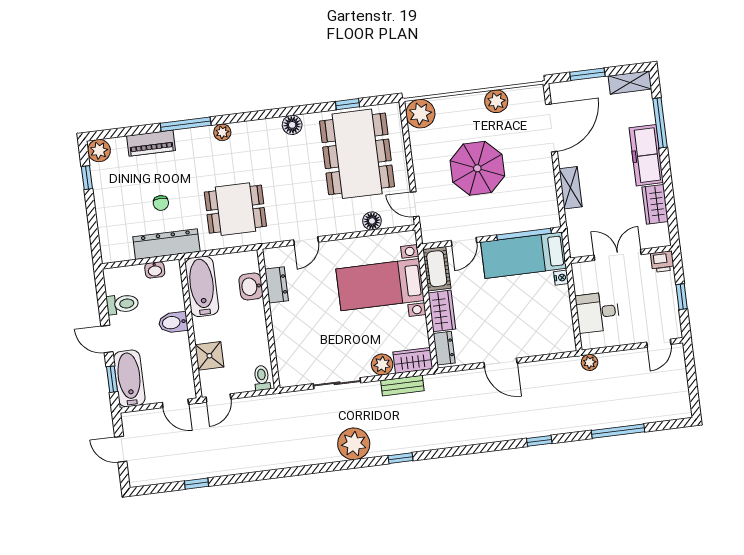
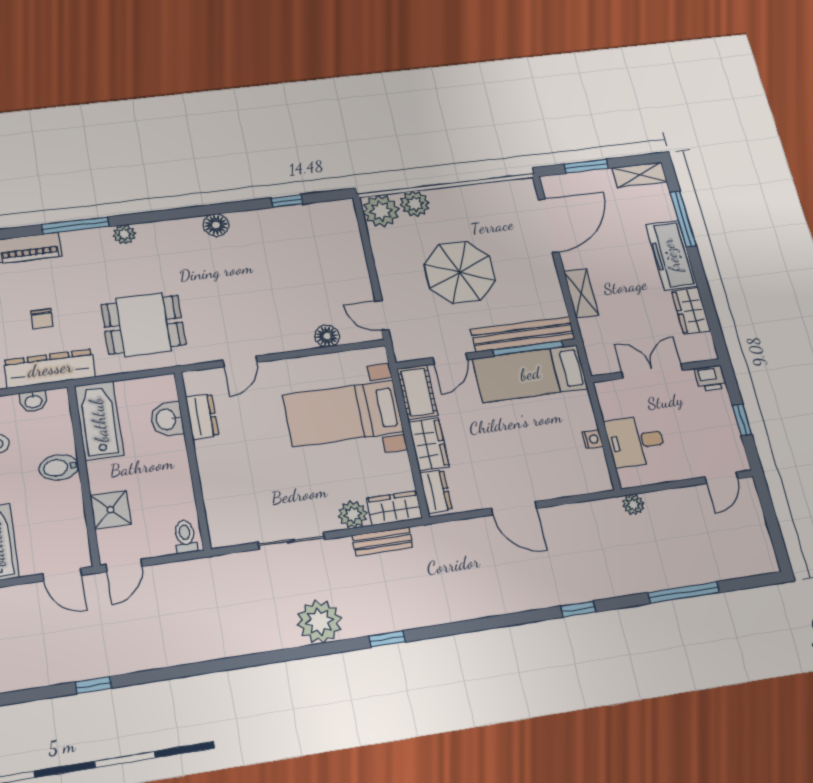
plant: (496, 101) -> (415, 204), moved
dining table: (357, 154) -> (302, 257), removed
bench: (521, 222) -> (523, 334), added
nightstand: (561, 278) -> (592, 439), moved

